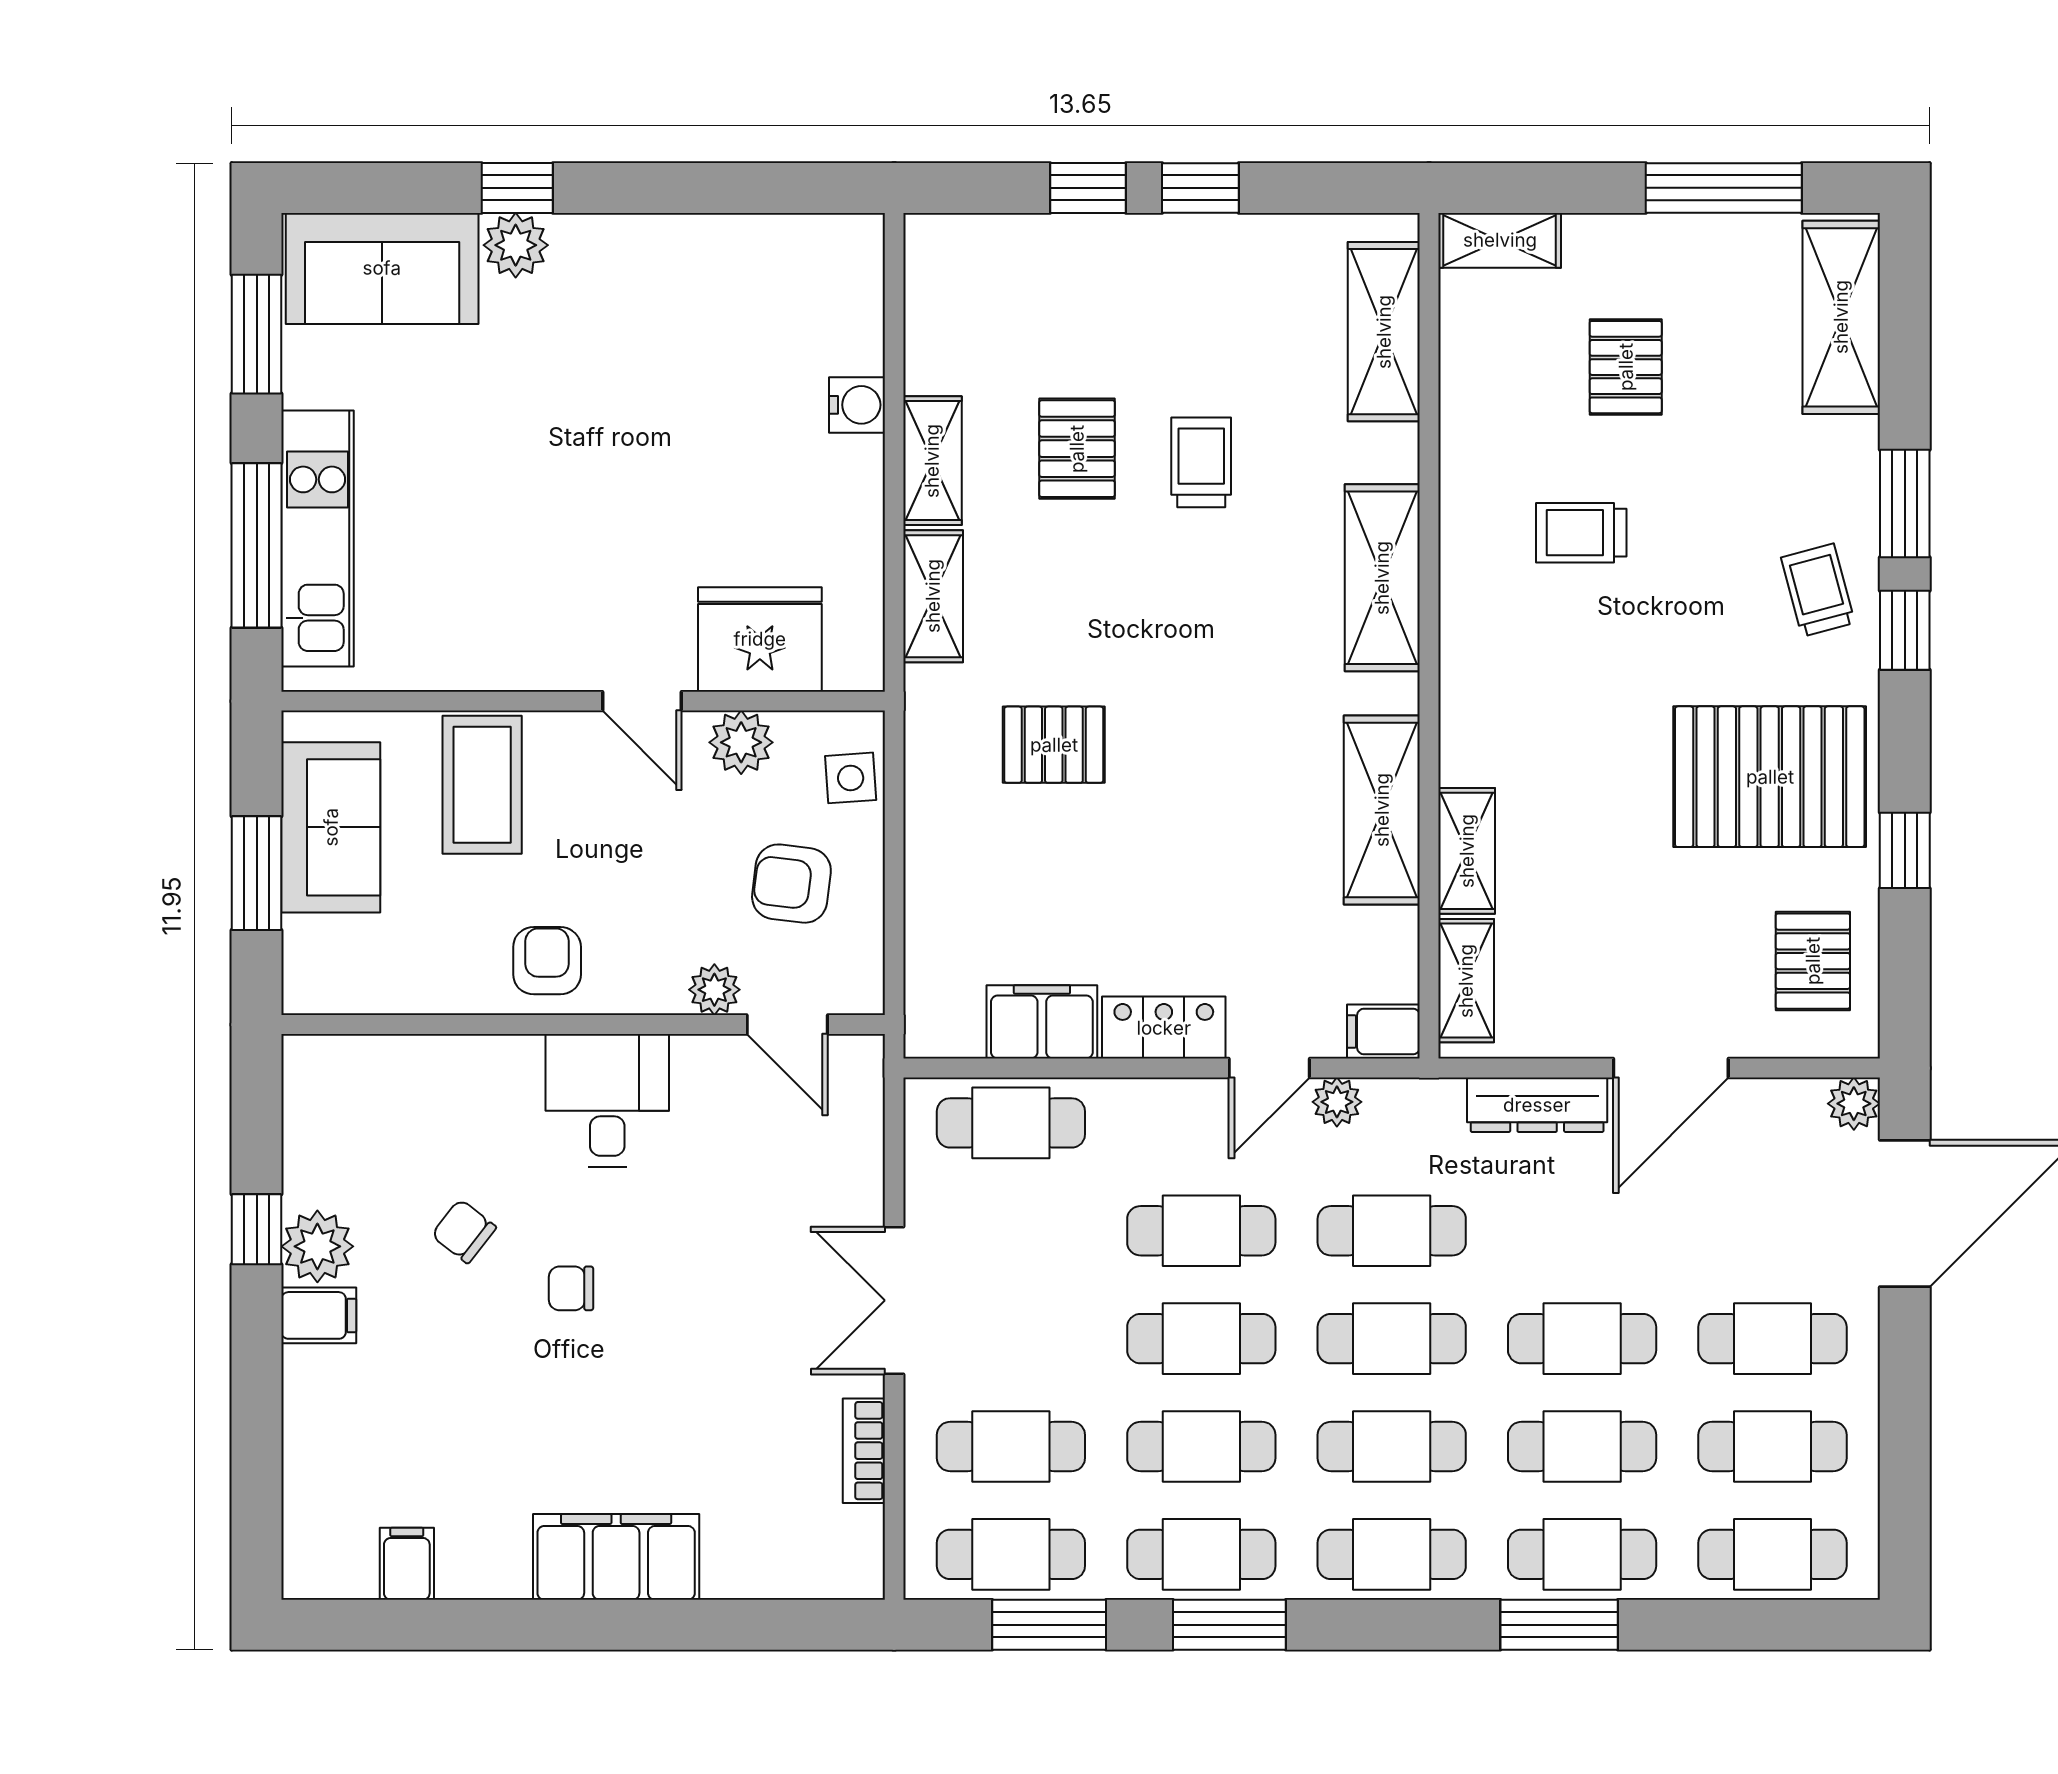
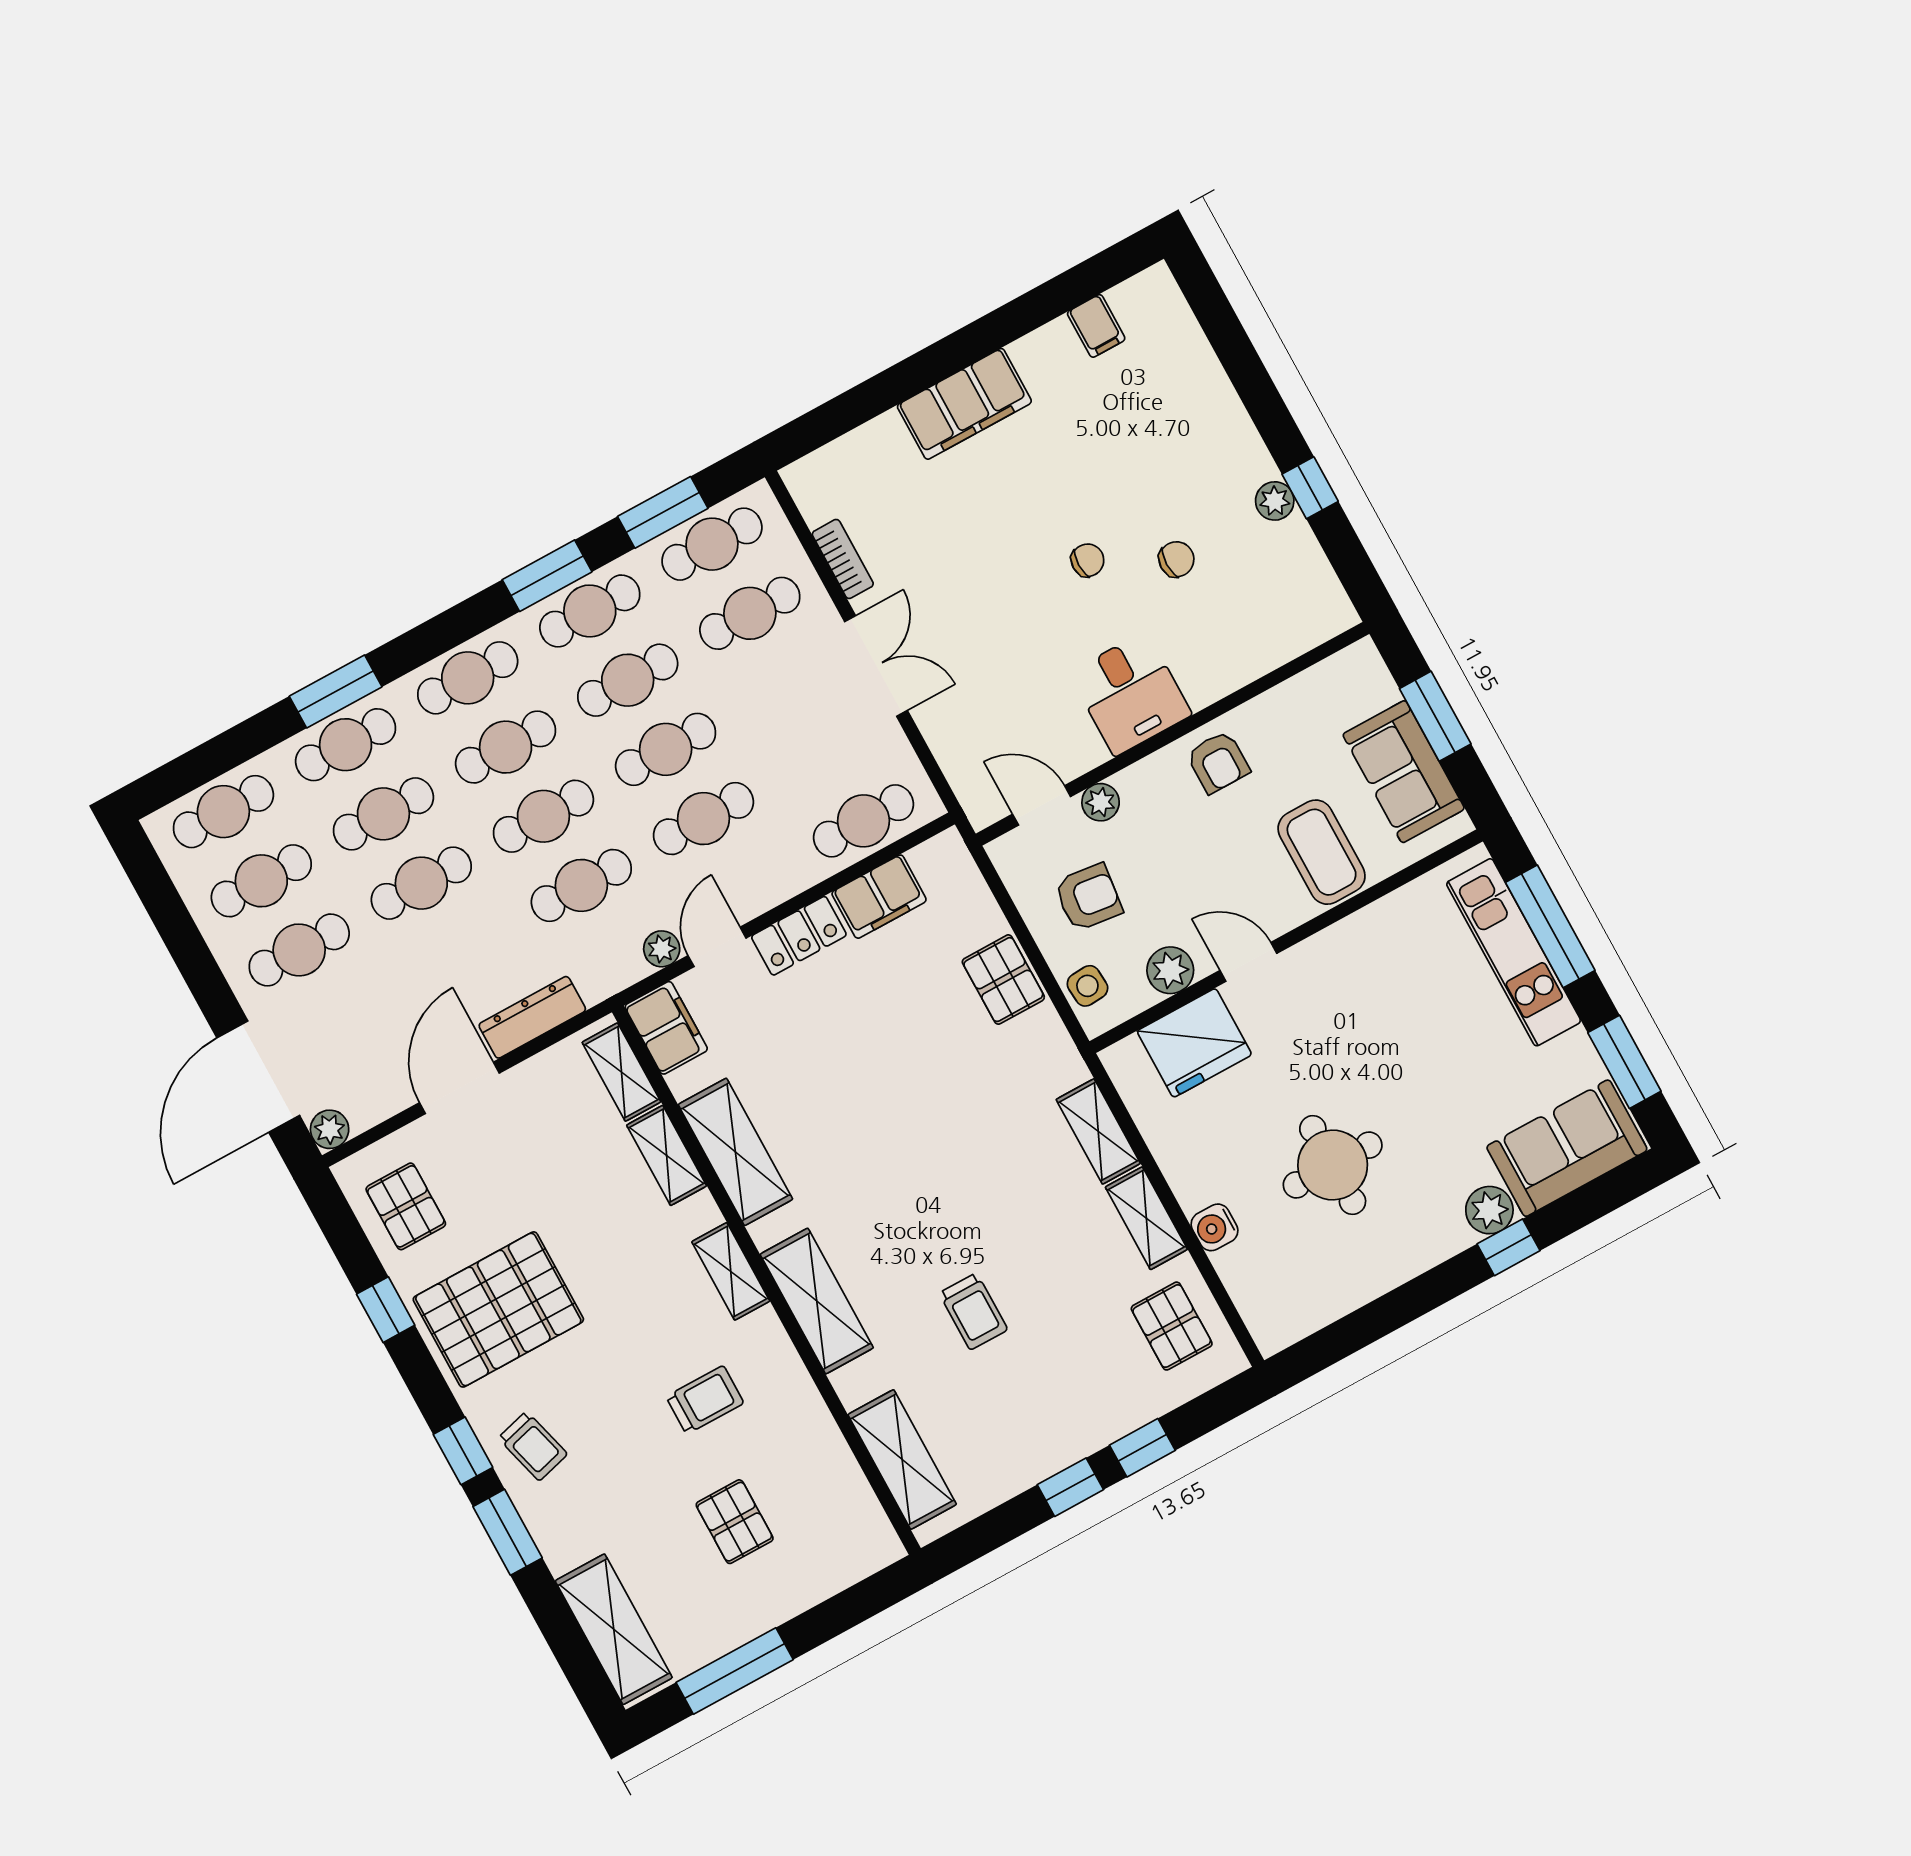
shelving: (1500, 240) -> (731, 1271), moved, turned 90
round table: (674, 402) -> (1333, 1165), added
pallet: (1077, 449) -> (1172, 1326), moved
pallet: (1054, 745) -> (1003, 980), moved, turned 90
filing cabinet: (1383, 1032) -> (666, 1028), width x2.00
chair: (464, 1231) -> (1176, 559), turned -38
plant: (317, 1246) -> (1275, 501), width x0.73, depth x0.73
filing cabinet: (319, 1315) -> (1240, 454), removed

